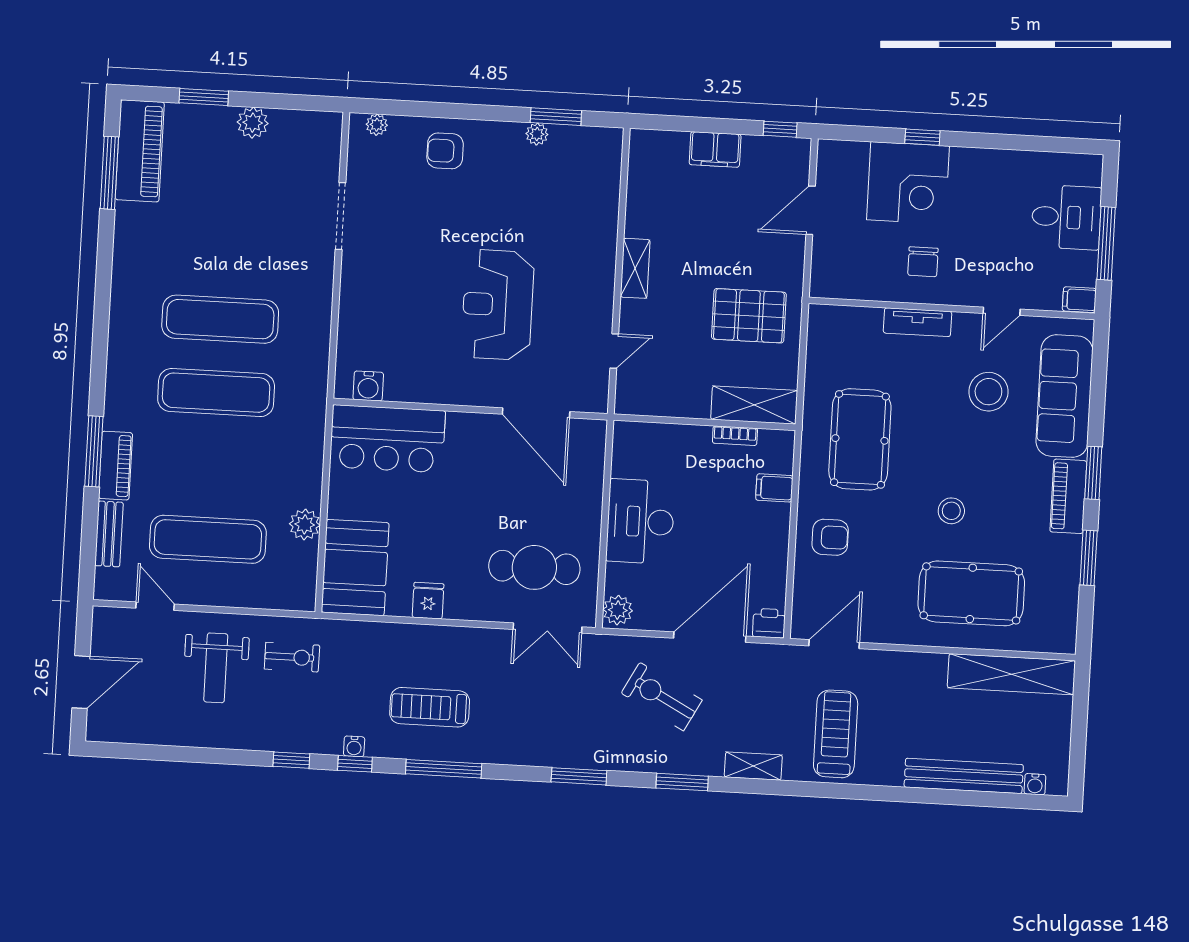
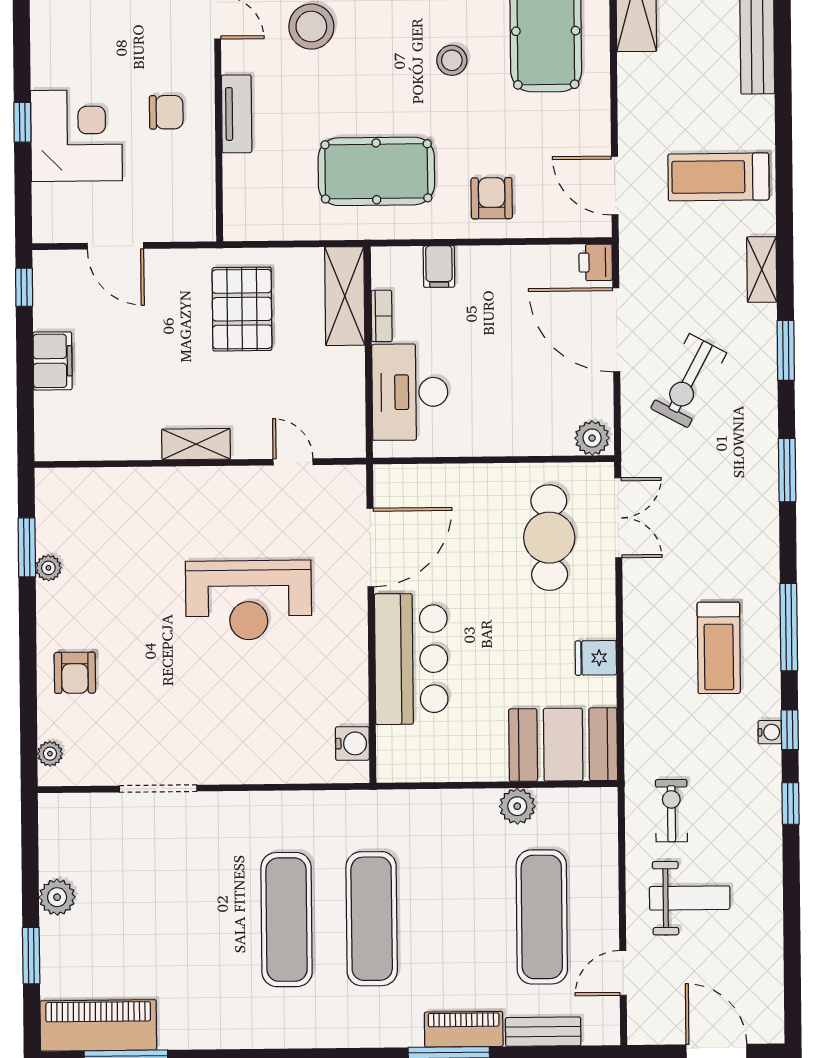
bar counter: (387, 439) -> (411, 659), moved
desk: (640, 521) -> (410, 392), moved, turned 90

